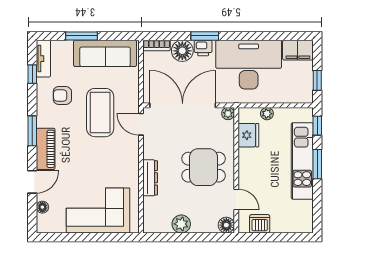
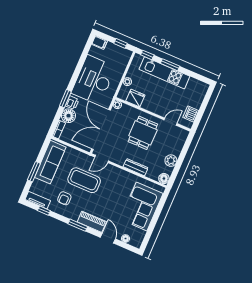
filing cabinet: (298, 50) -> (100, 43), width x0.50
floor lamp: (226, 225) -> (164, 179), moved

